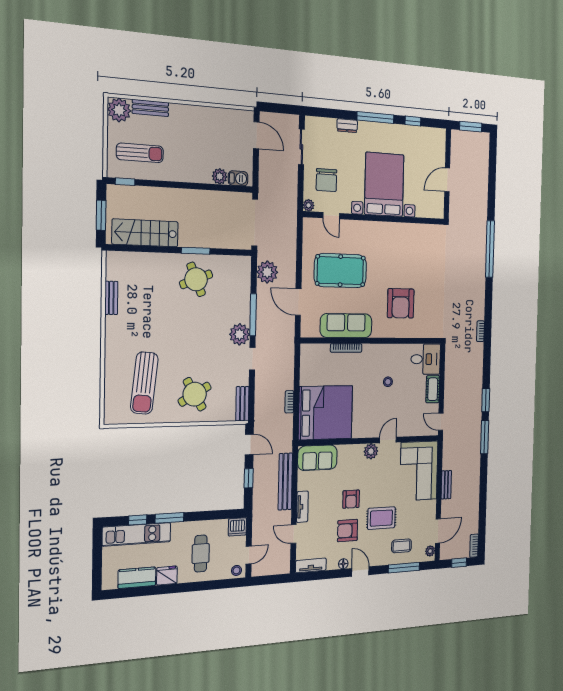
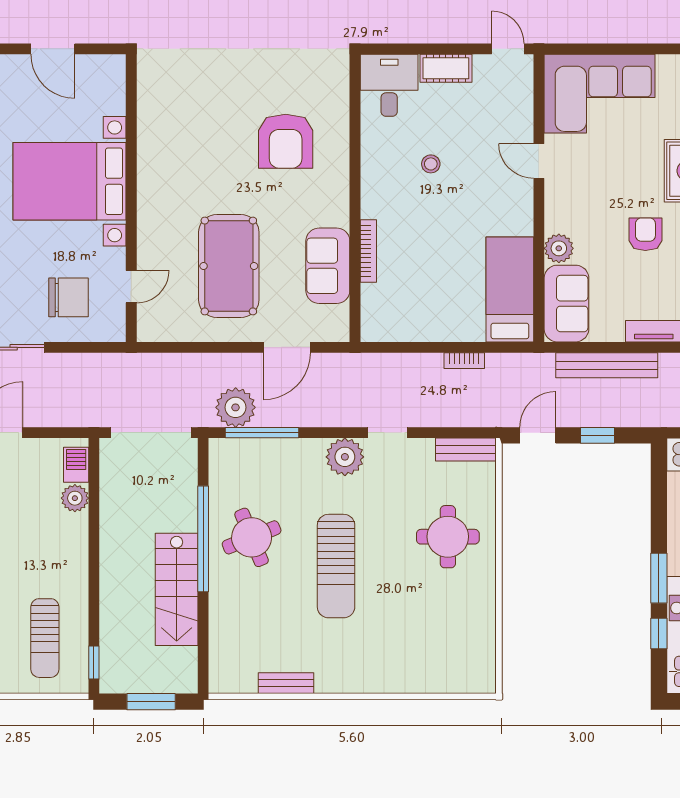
sun lounger: (140, 153) -> (45, 638), turned 180
plant: (309, 205) -> (115, 331), removed
stairs: (145, 233) -> (177, 589), moved
window: (196, 251) -> (203, 539), width x2.11
armchair: (401, 303) -> (286, 141), turned 90
window: (253, 315) -> (262, 433), moved
sofa: (346, 326) -> (328, 266), width x0.73
sun lounger: (144, 383) -> (336, 566), moved, turned 84
round table: (195, 394) -> (448, 537), turned 30
bed: (326, 413) -> (510, 289), width x0.49
door: (441, 422) -> (508, 49), swing flipped
plant: (371, 451) -> (559, 248), moved
bench: (446, 485) -> (629, 33), removed
armchair: (351, 499) -> (645, 234), turned -90

